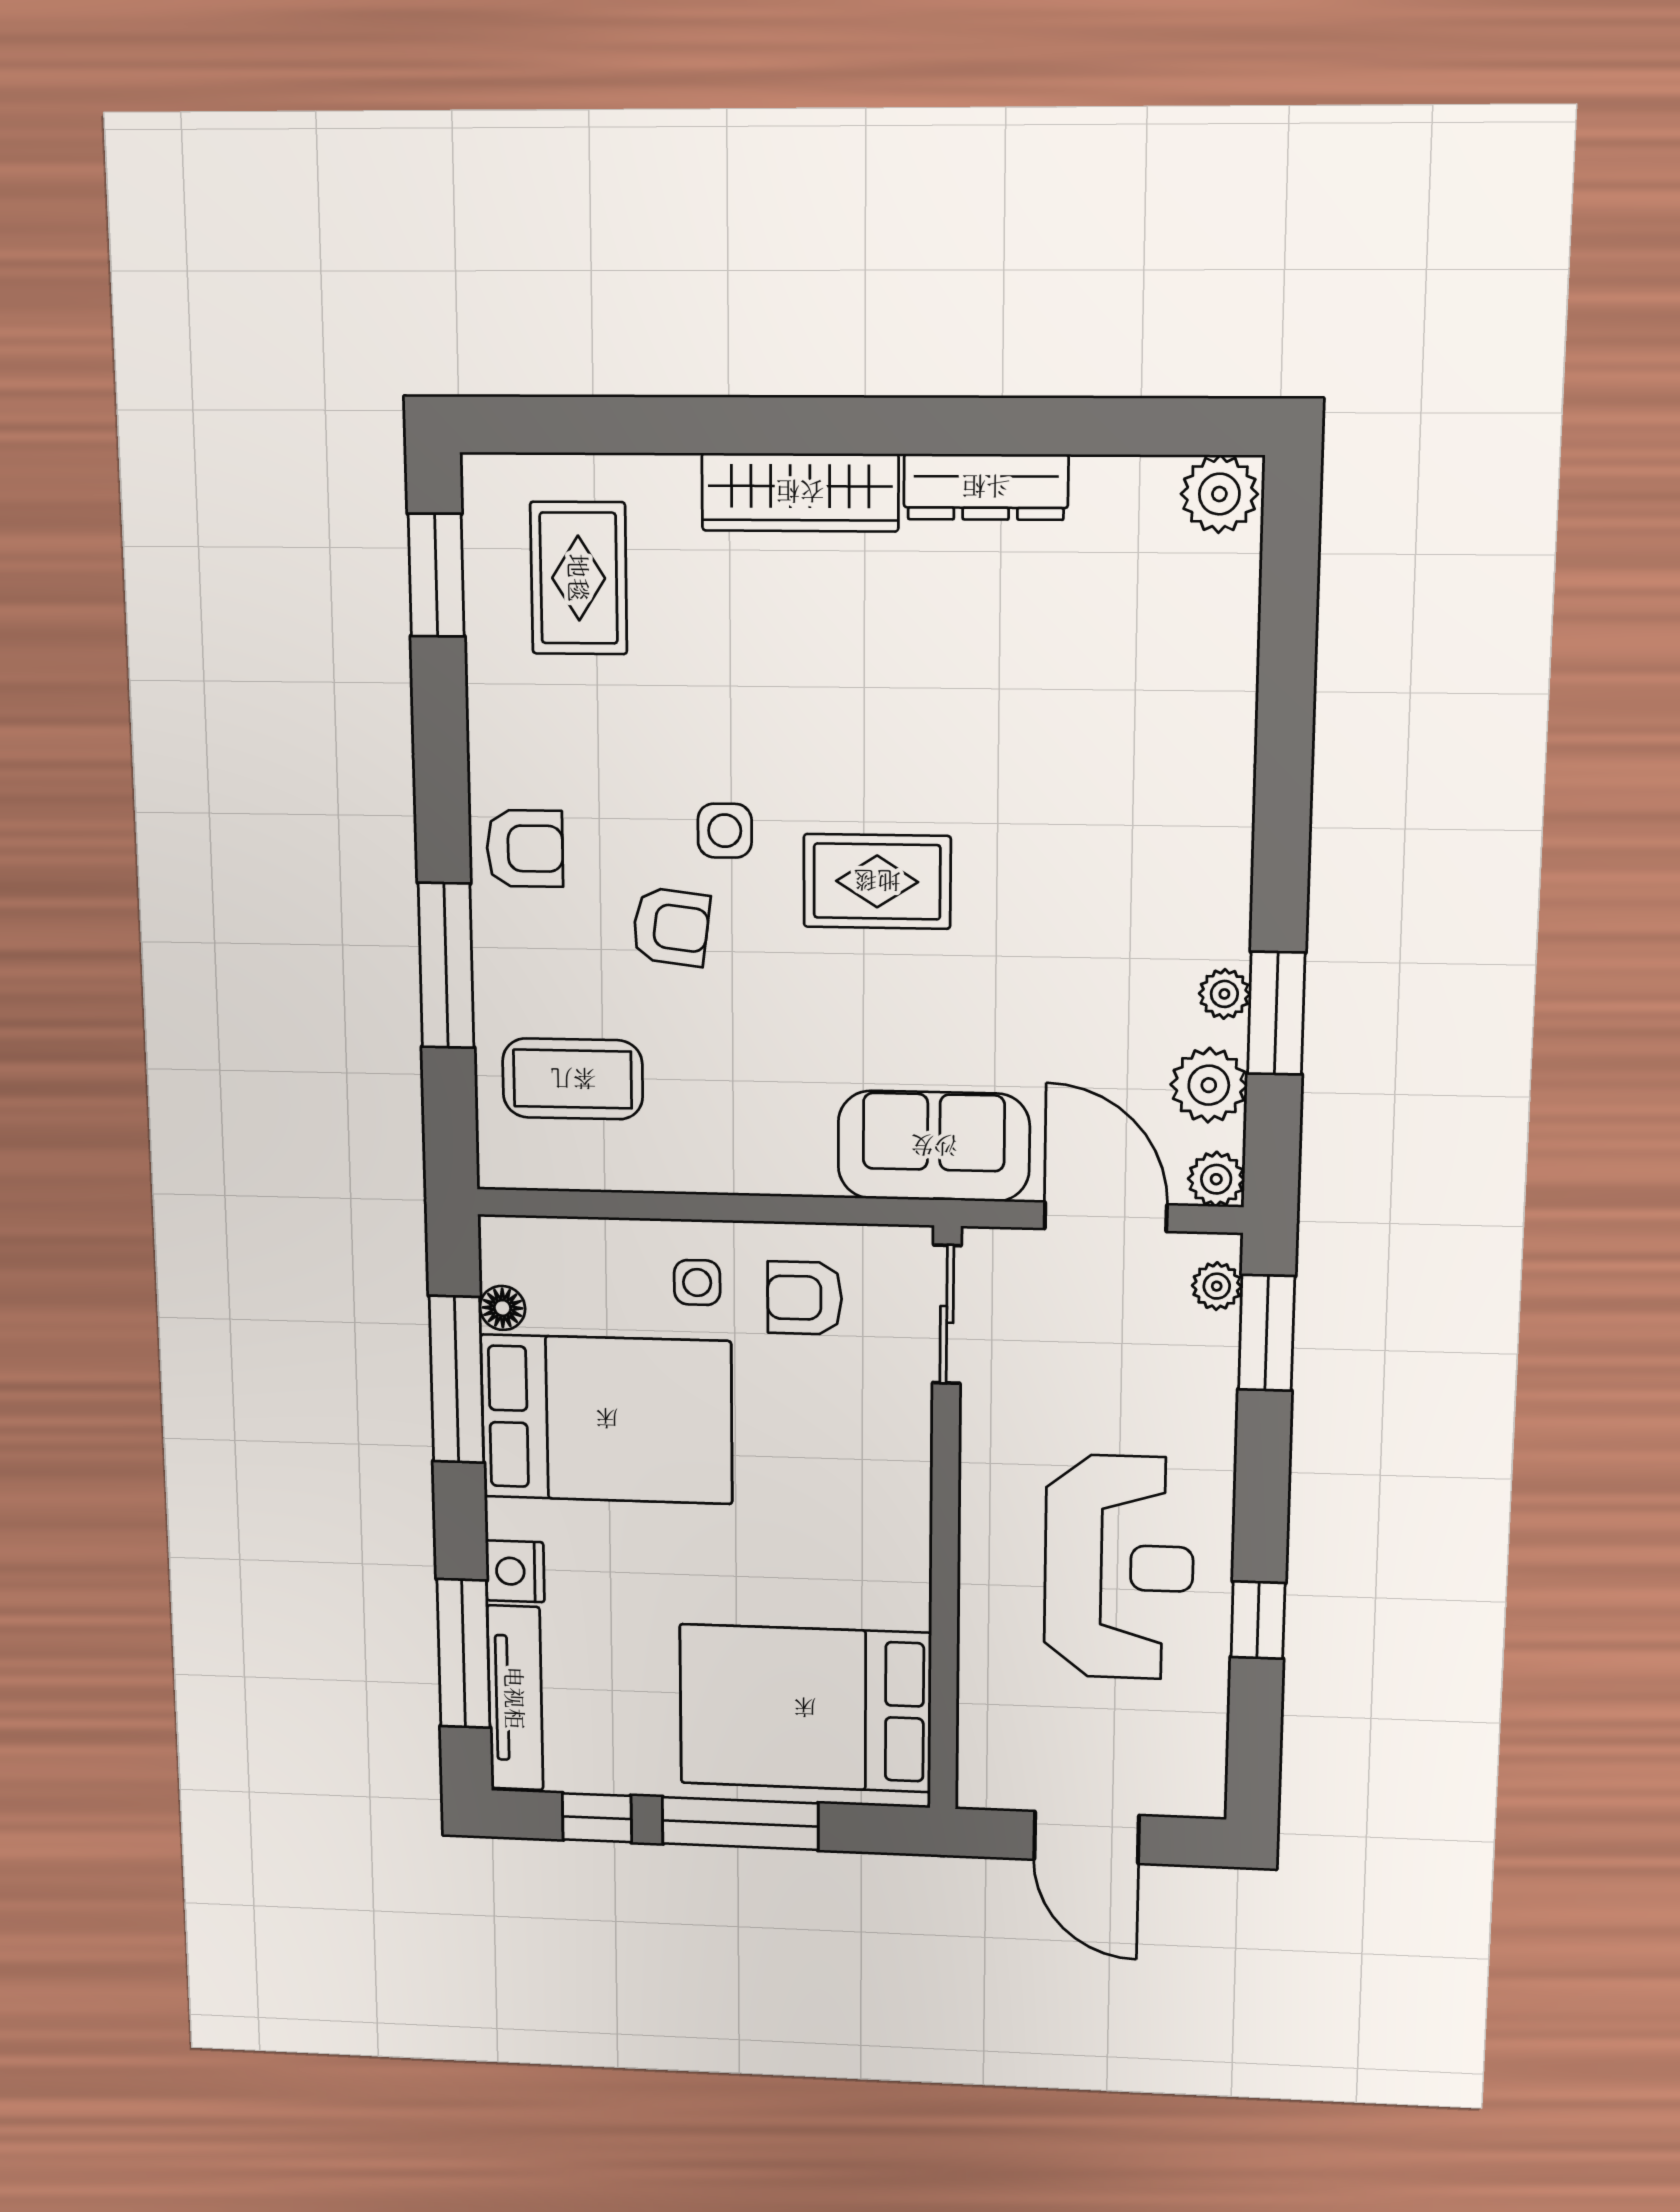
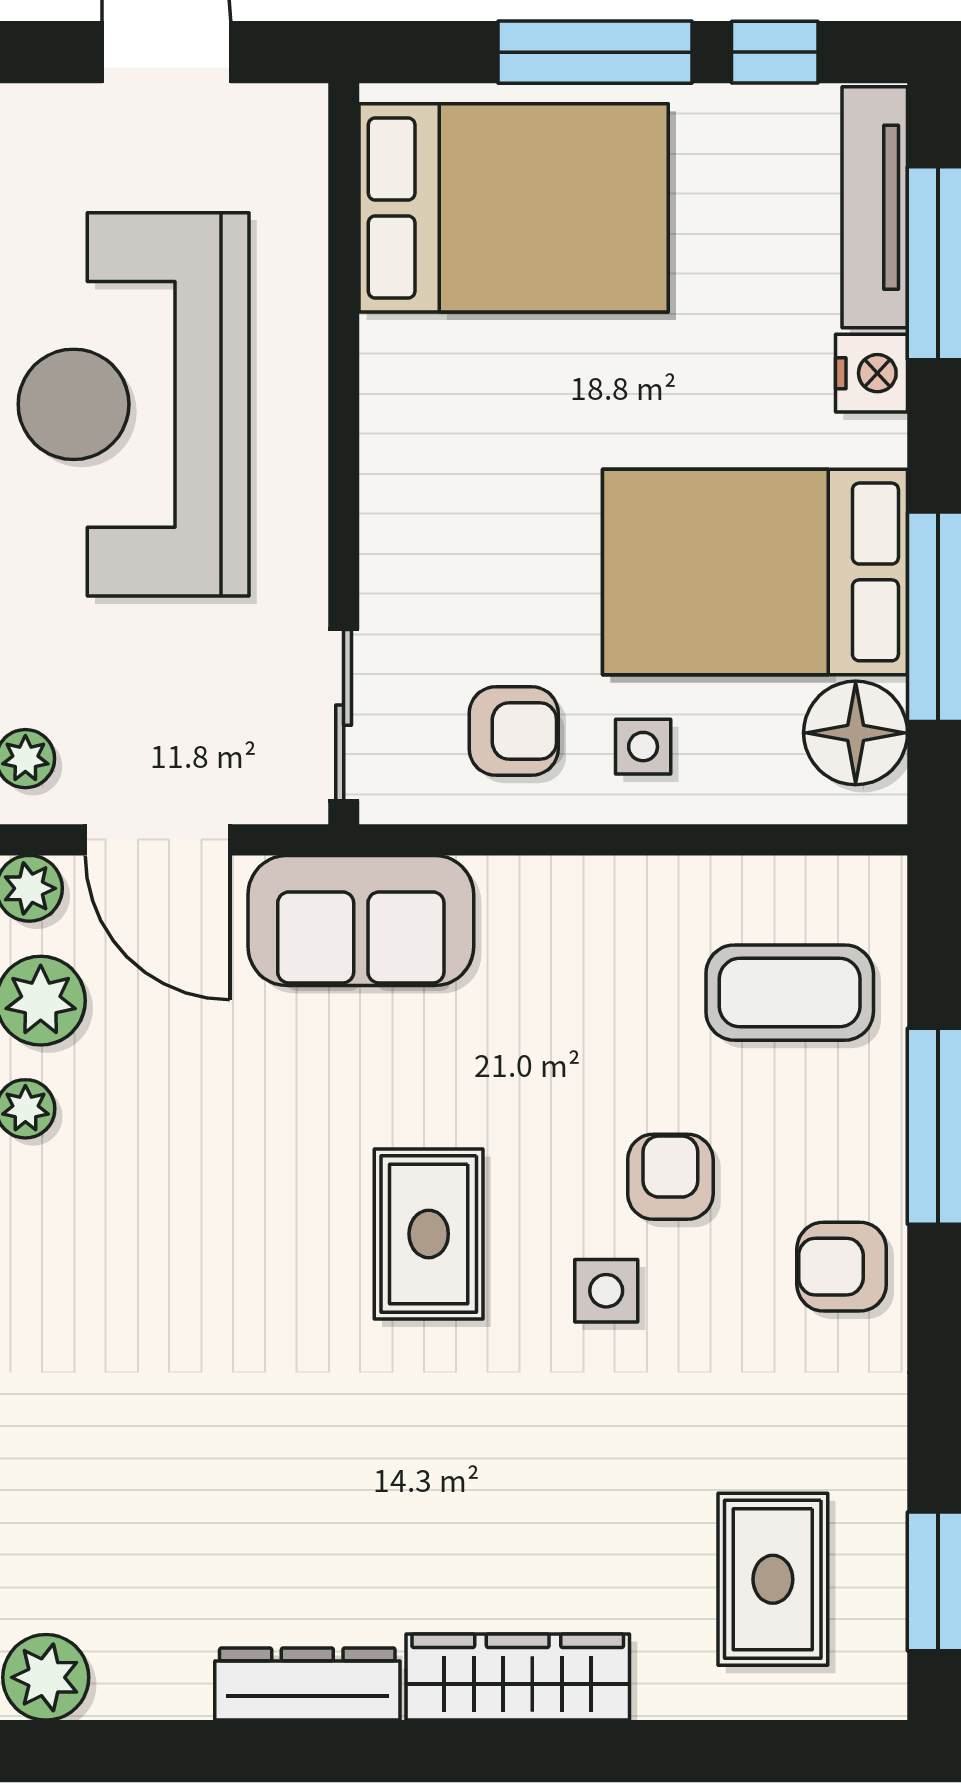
rug: (877, 881) -> (429, 1234), turned 90
armchair: (671, 927) -> (670, 1177), turned 83
floor lamp: (502, 1308) -> (856, 733), width x1.89, depth x1.89
reception desk: (1119, 1567) -> (134, 404), width x1.36, depth x1.30

